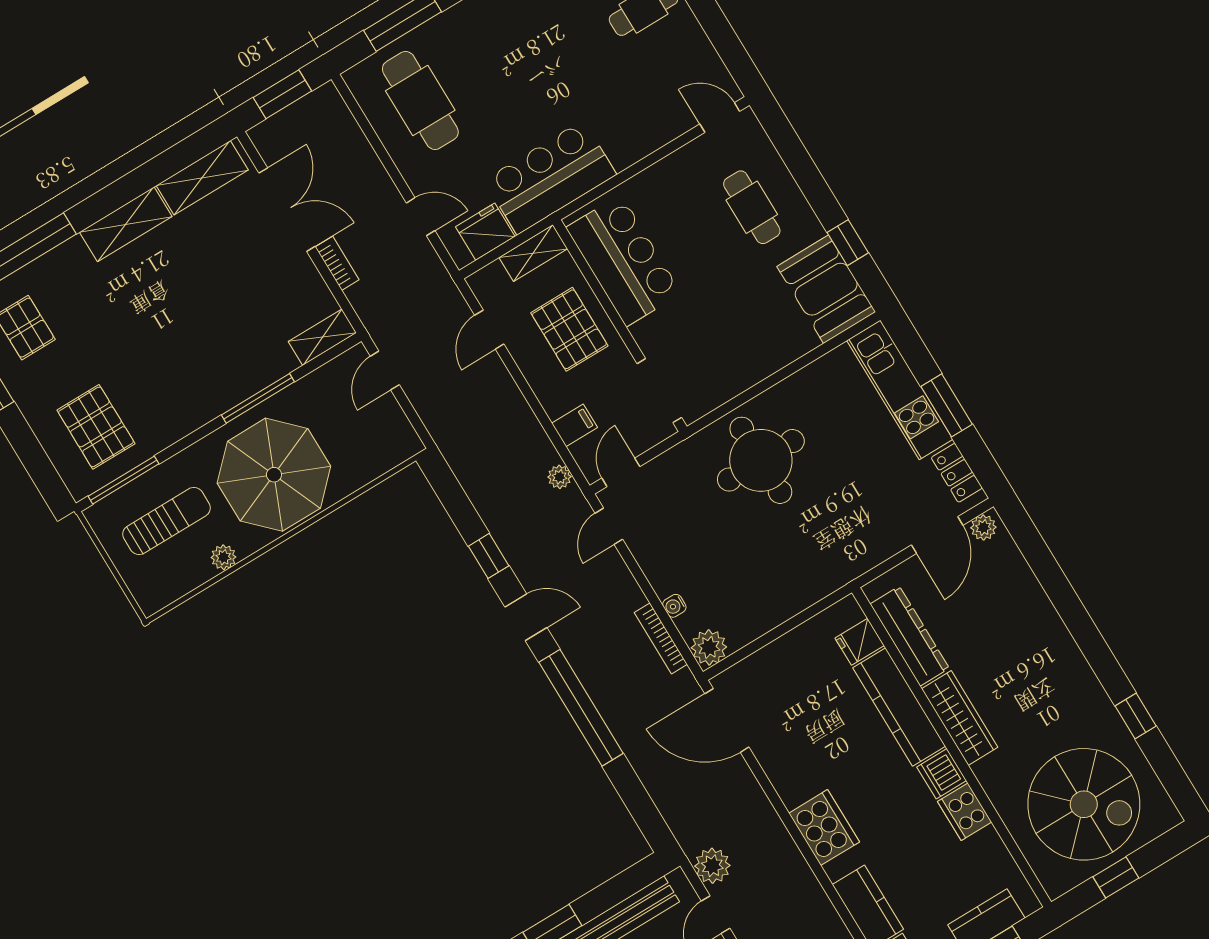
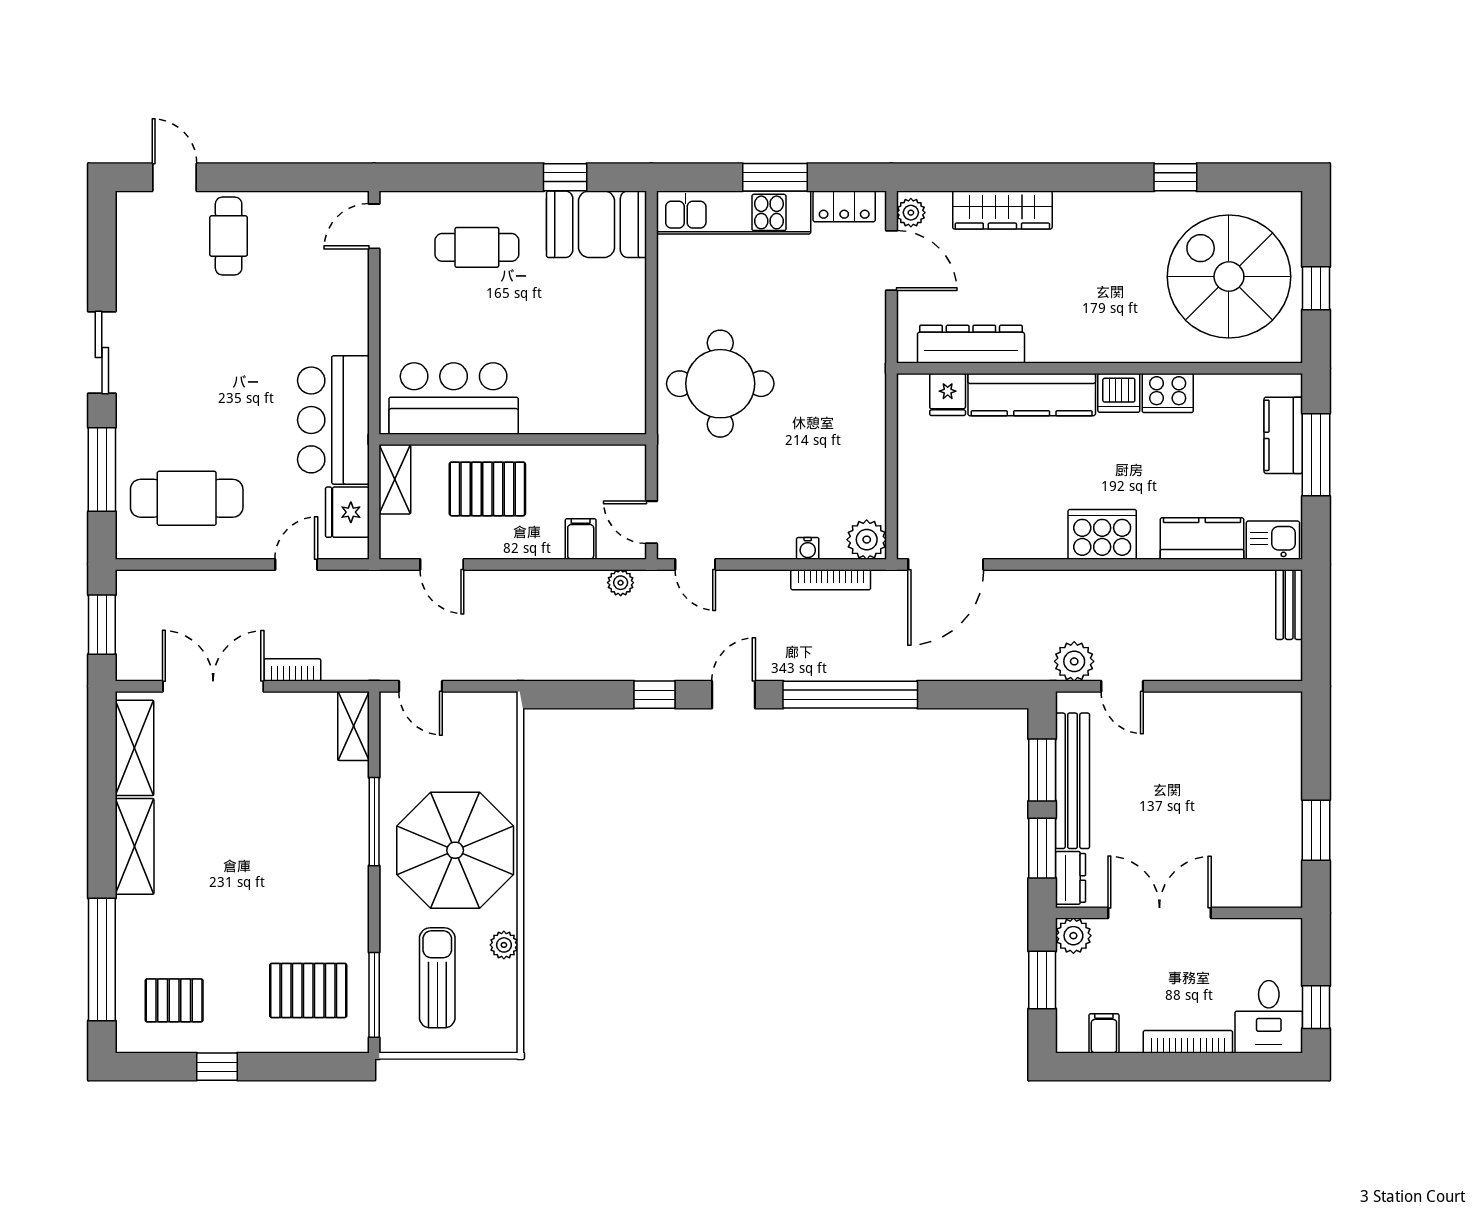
doorway: (659, 391) -> (597, 439), removed
wardrobe: (960, 718) -> (1002, 210), moved, turned 180
spiral stairs: (1084, 804) -> (1229, 277), turned -90
window: (613, 892) -> (1042, 770), added

